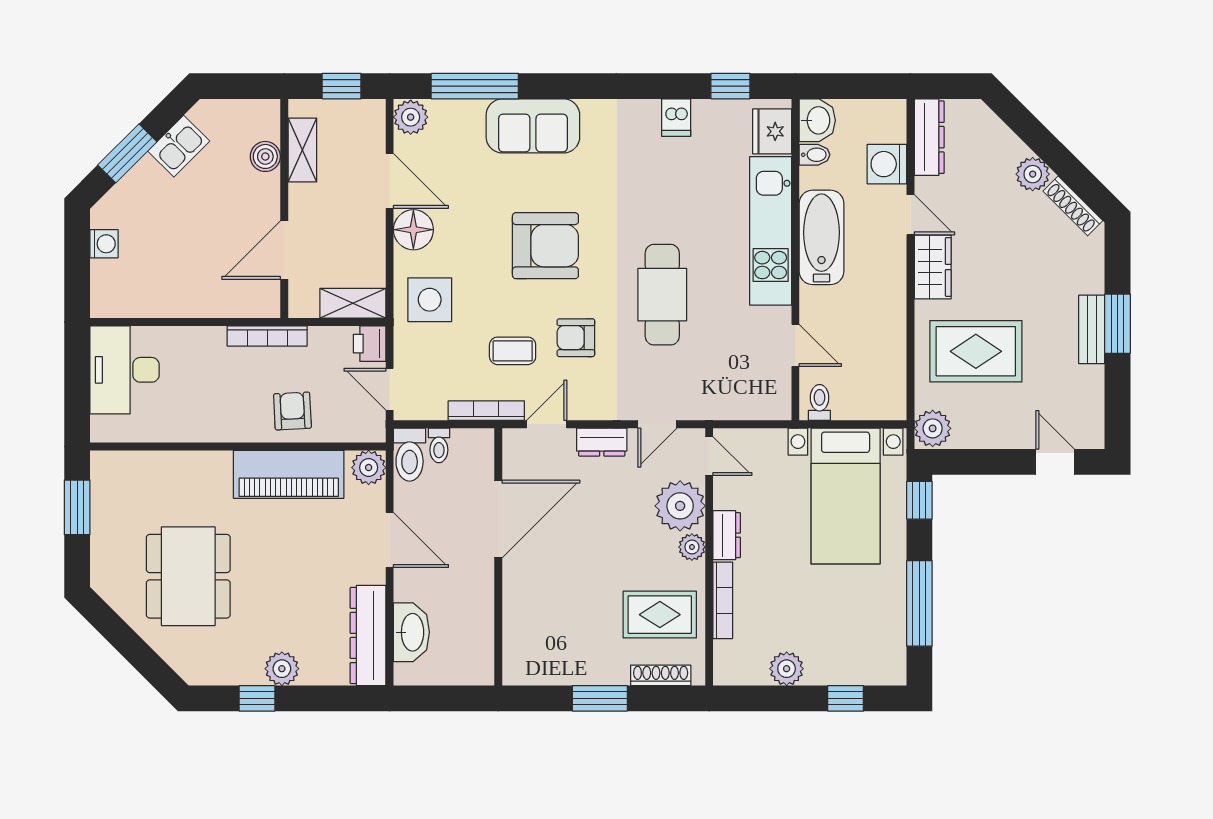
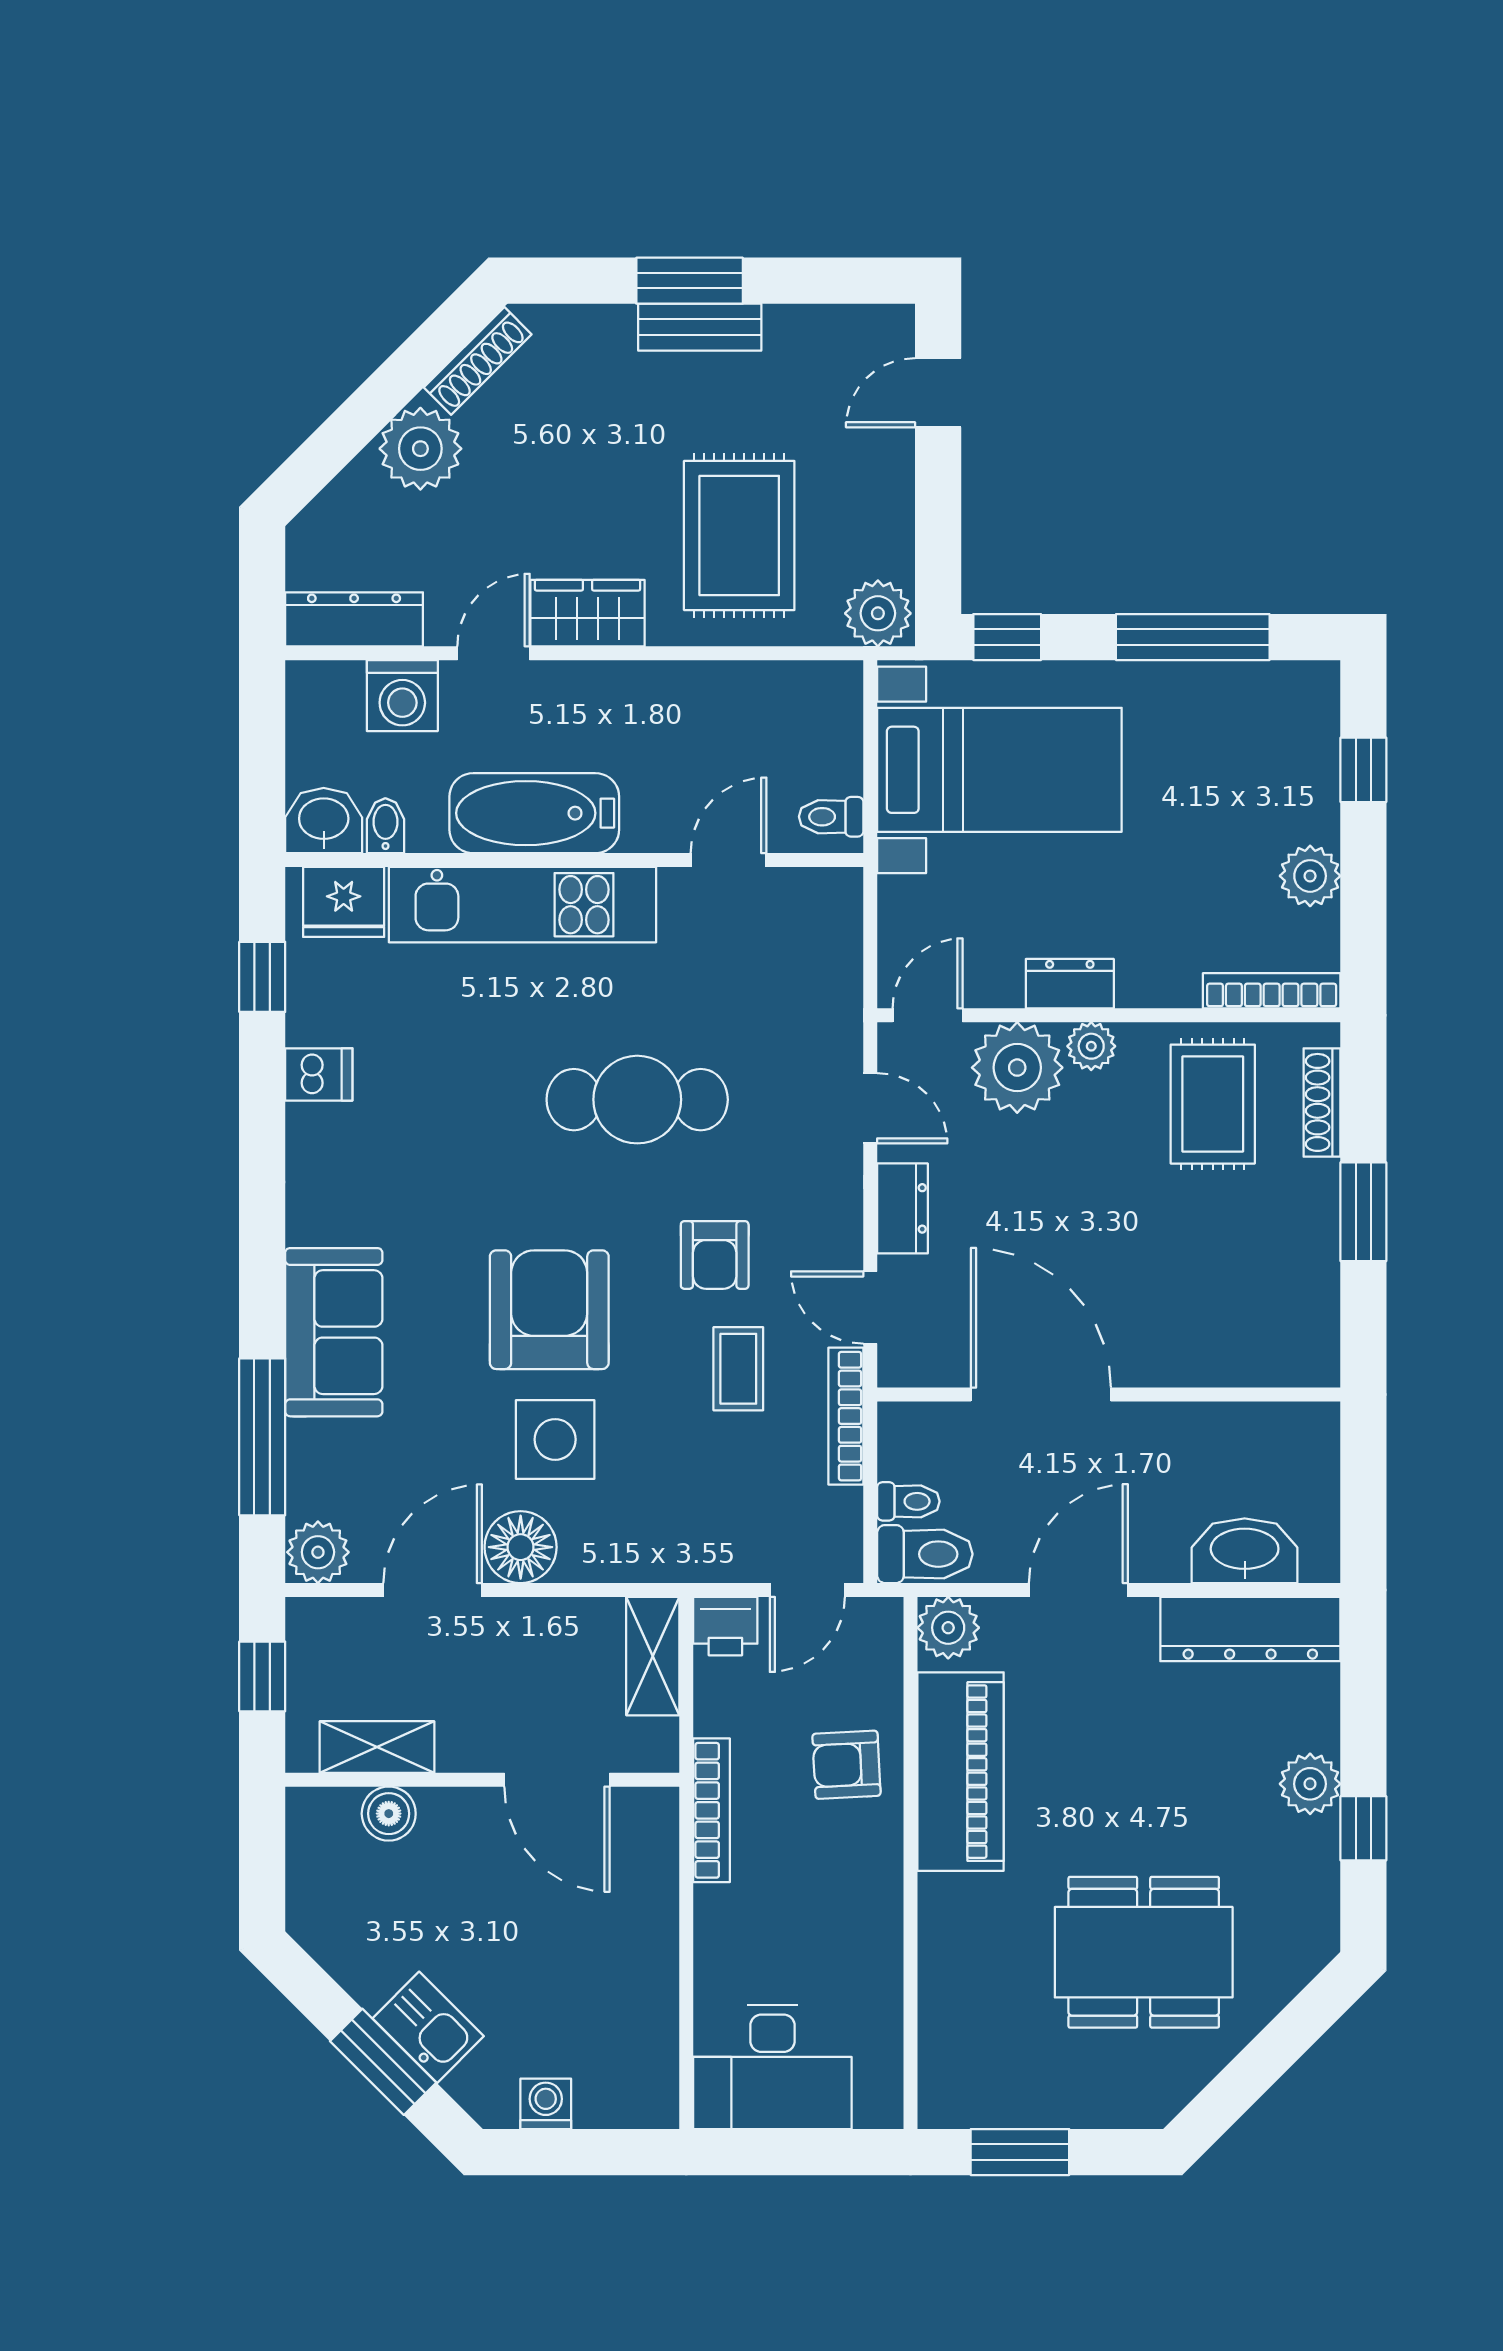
kitchen sink: (179, 146) -> (428, 2027), moved
plant: (1033, 174) -> (420, 449), width x1.36, depth x1.36
side table: (430, 300) -> (555, 1439), moved
bookcase: (723, 600) -> (1272, 991), moved

